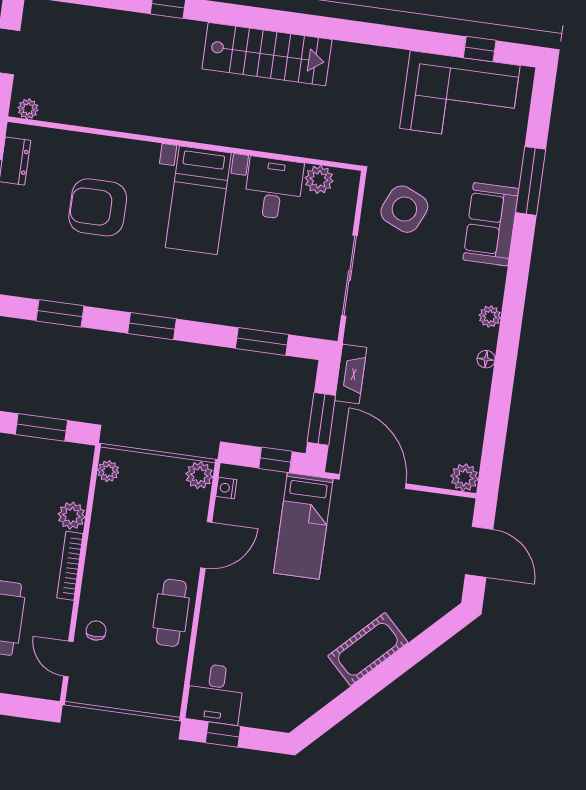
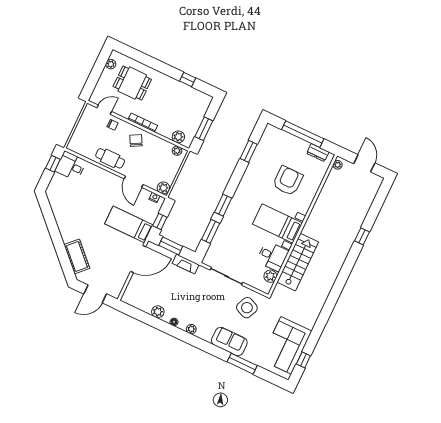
stairs: (267, 54) -> (298, 262), moved, turned 180
window: (152, 326) -> (223, 205), moved
plant: (464, 477) -> (158, 312), moved
plant: (72, 516) -> (178, 137), moved
chair: (114, 568) -> (136, 141), added
cot: (368, 649) -> (77, 256), moved

